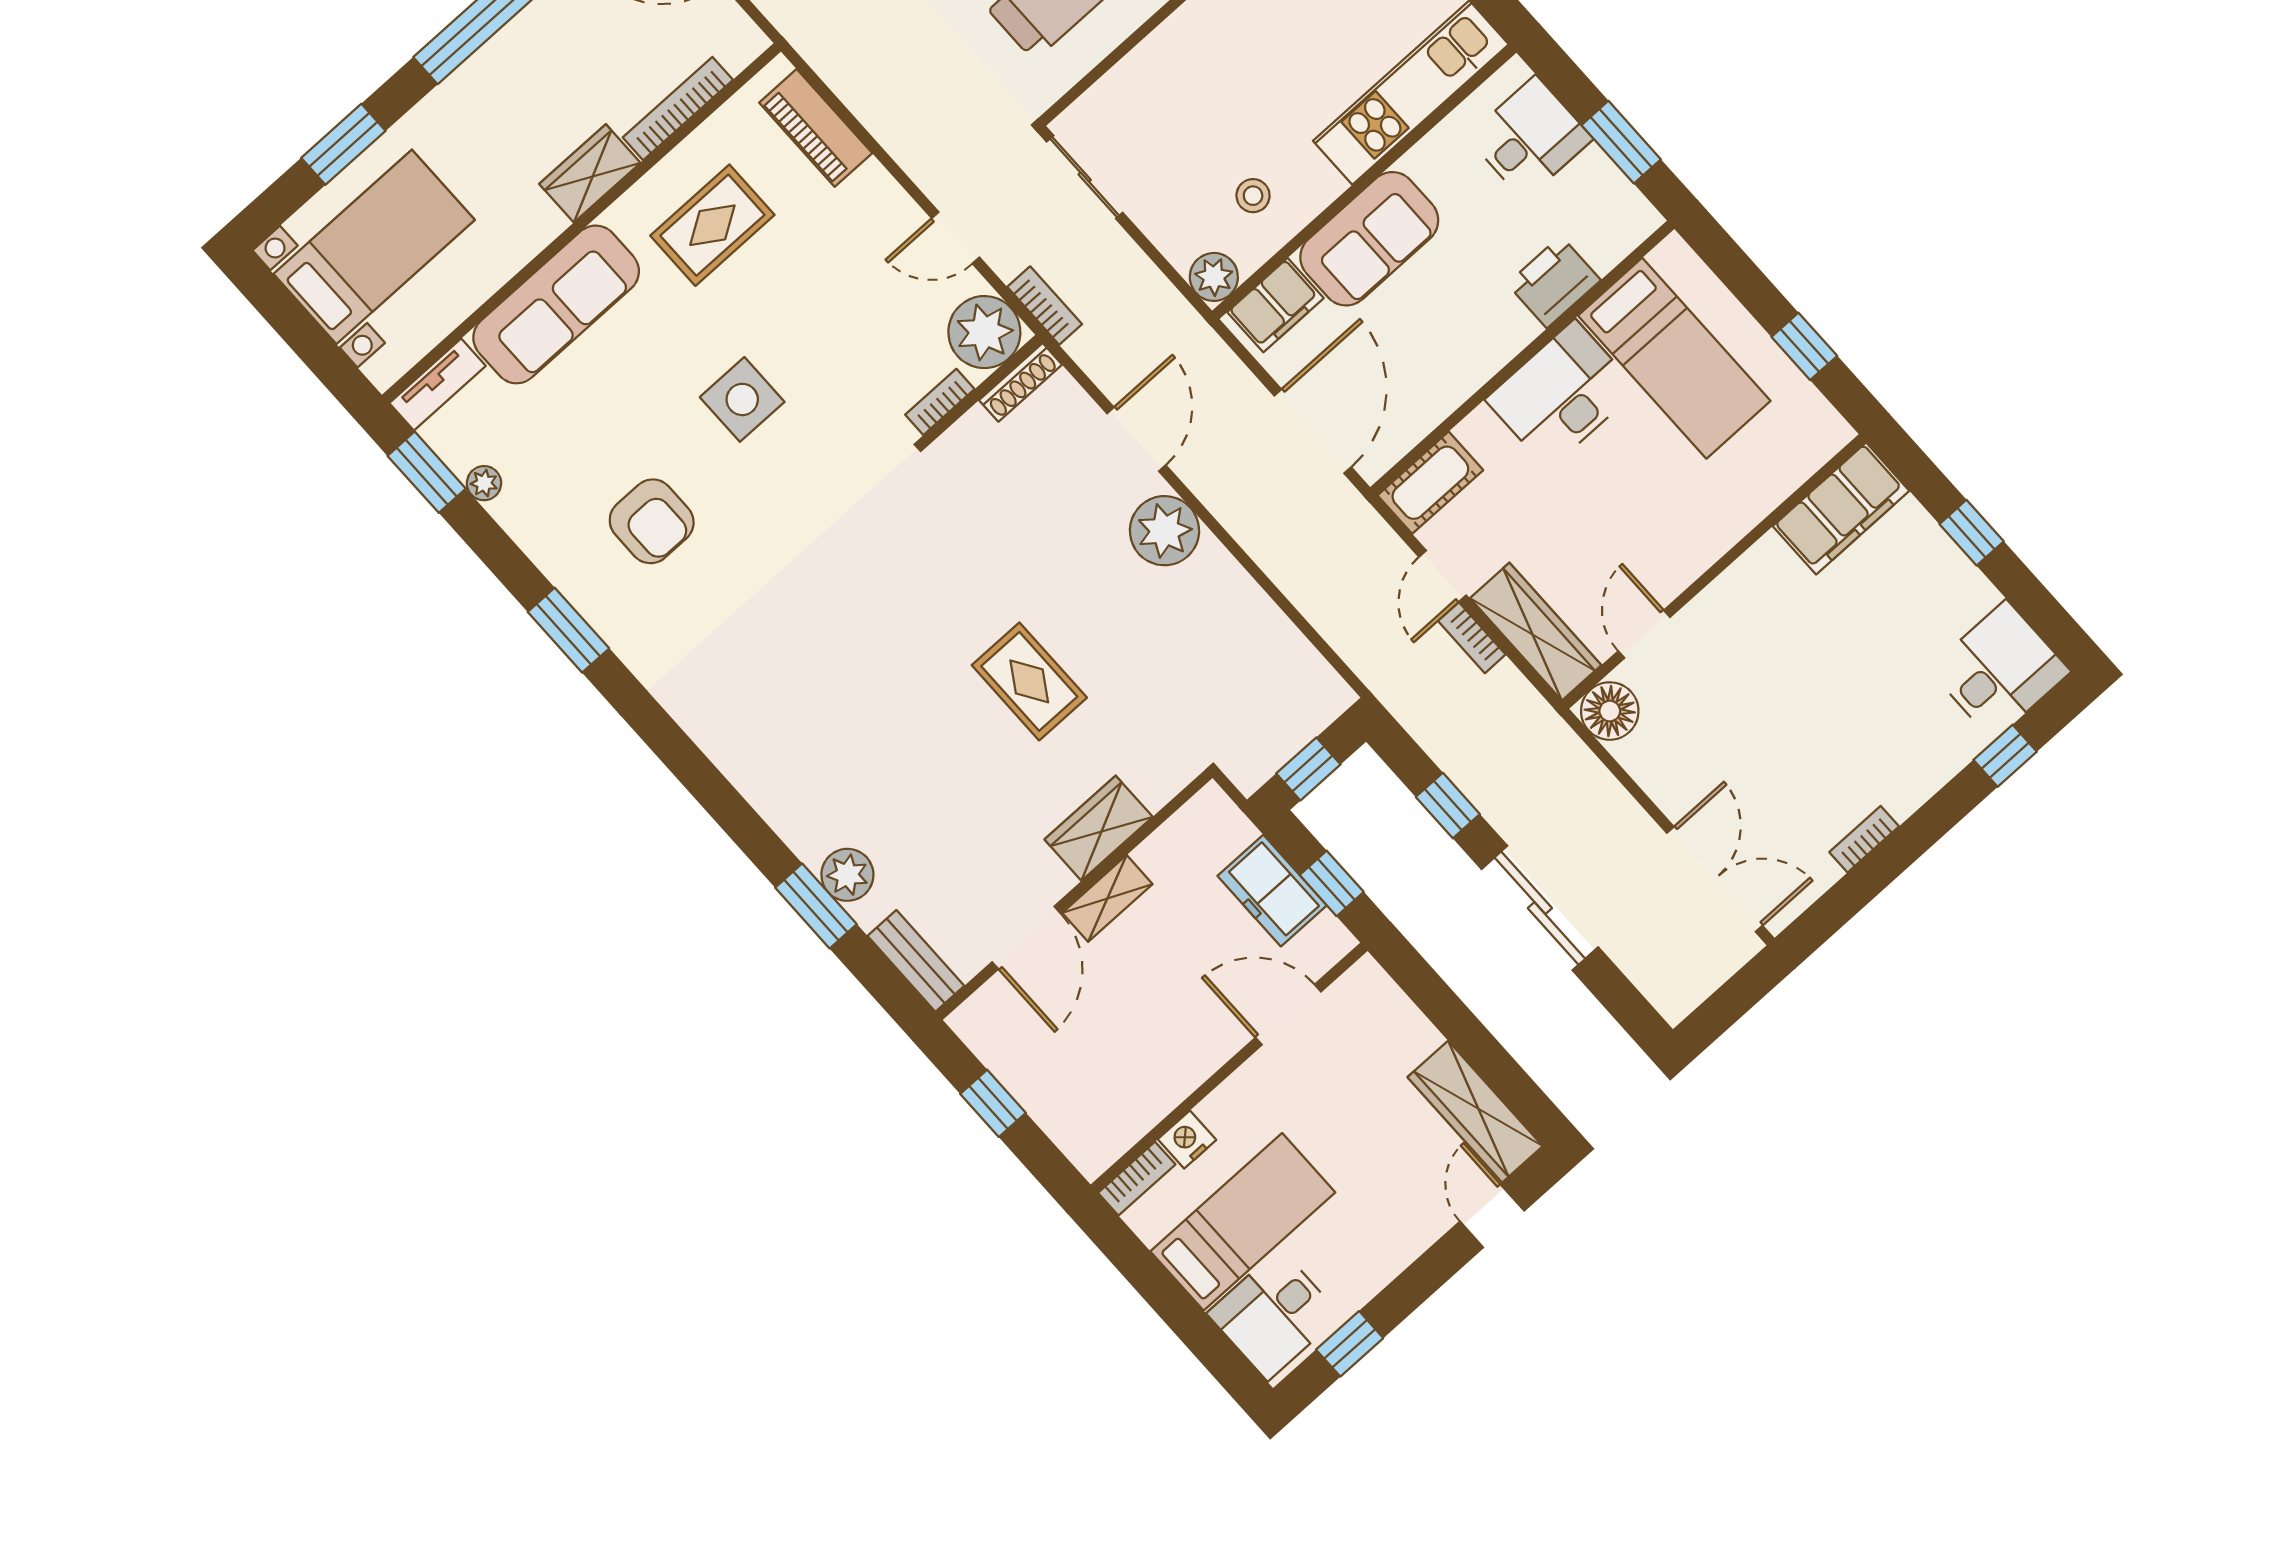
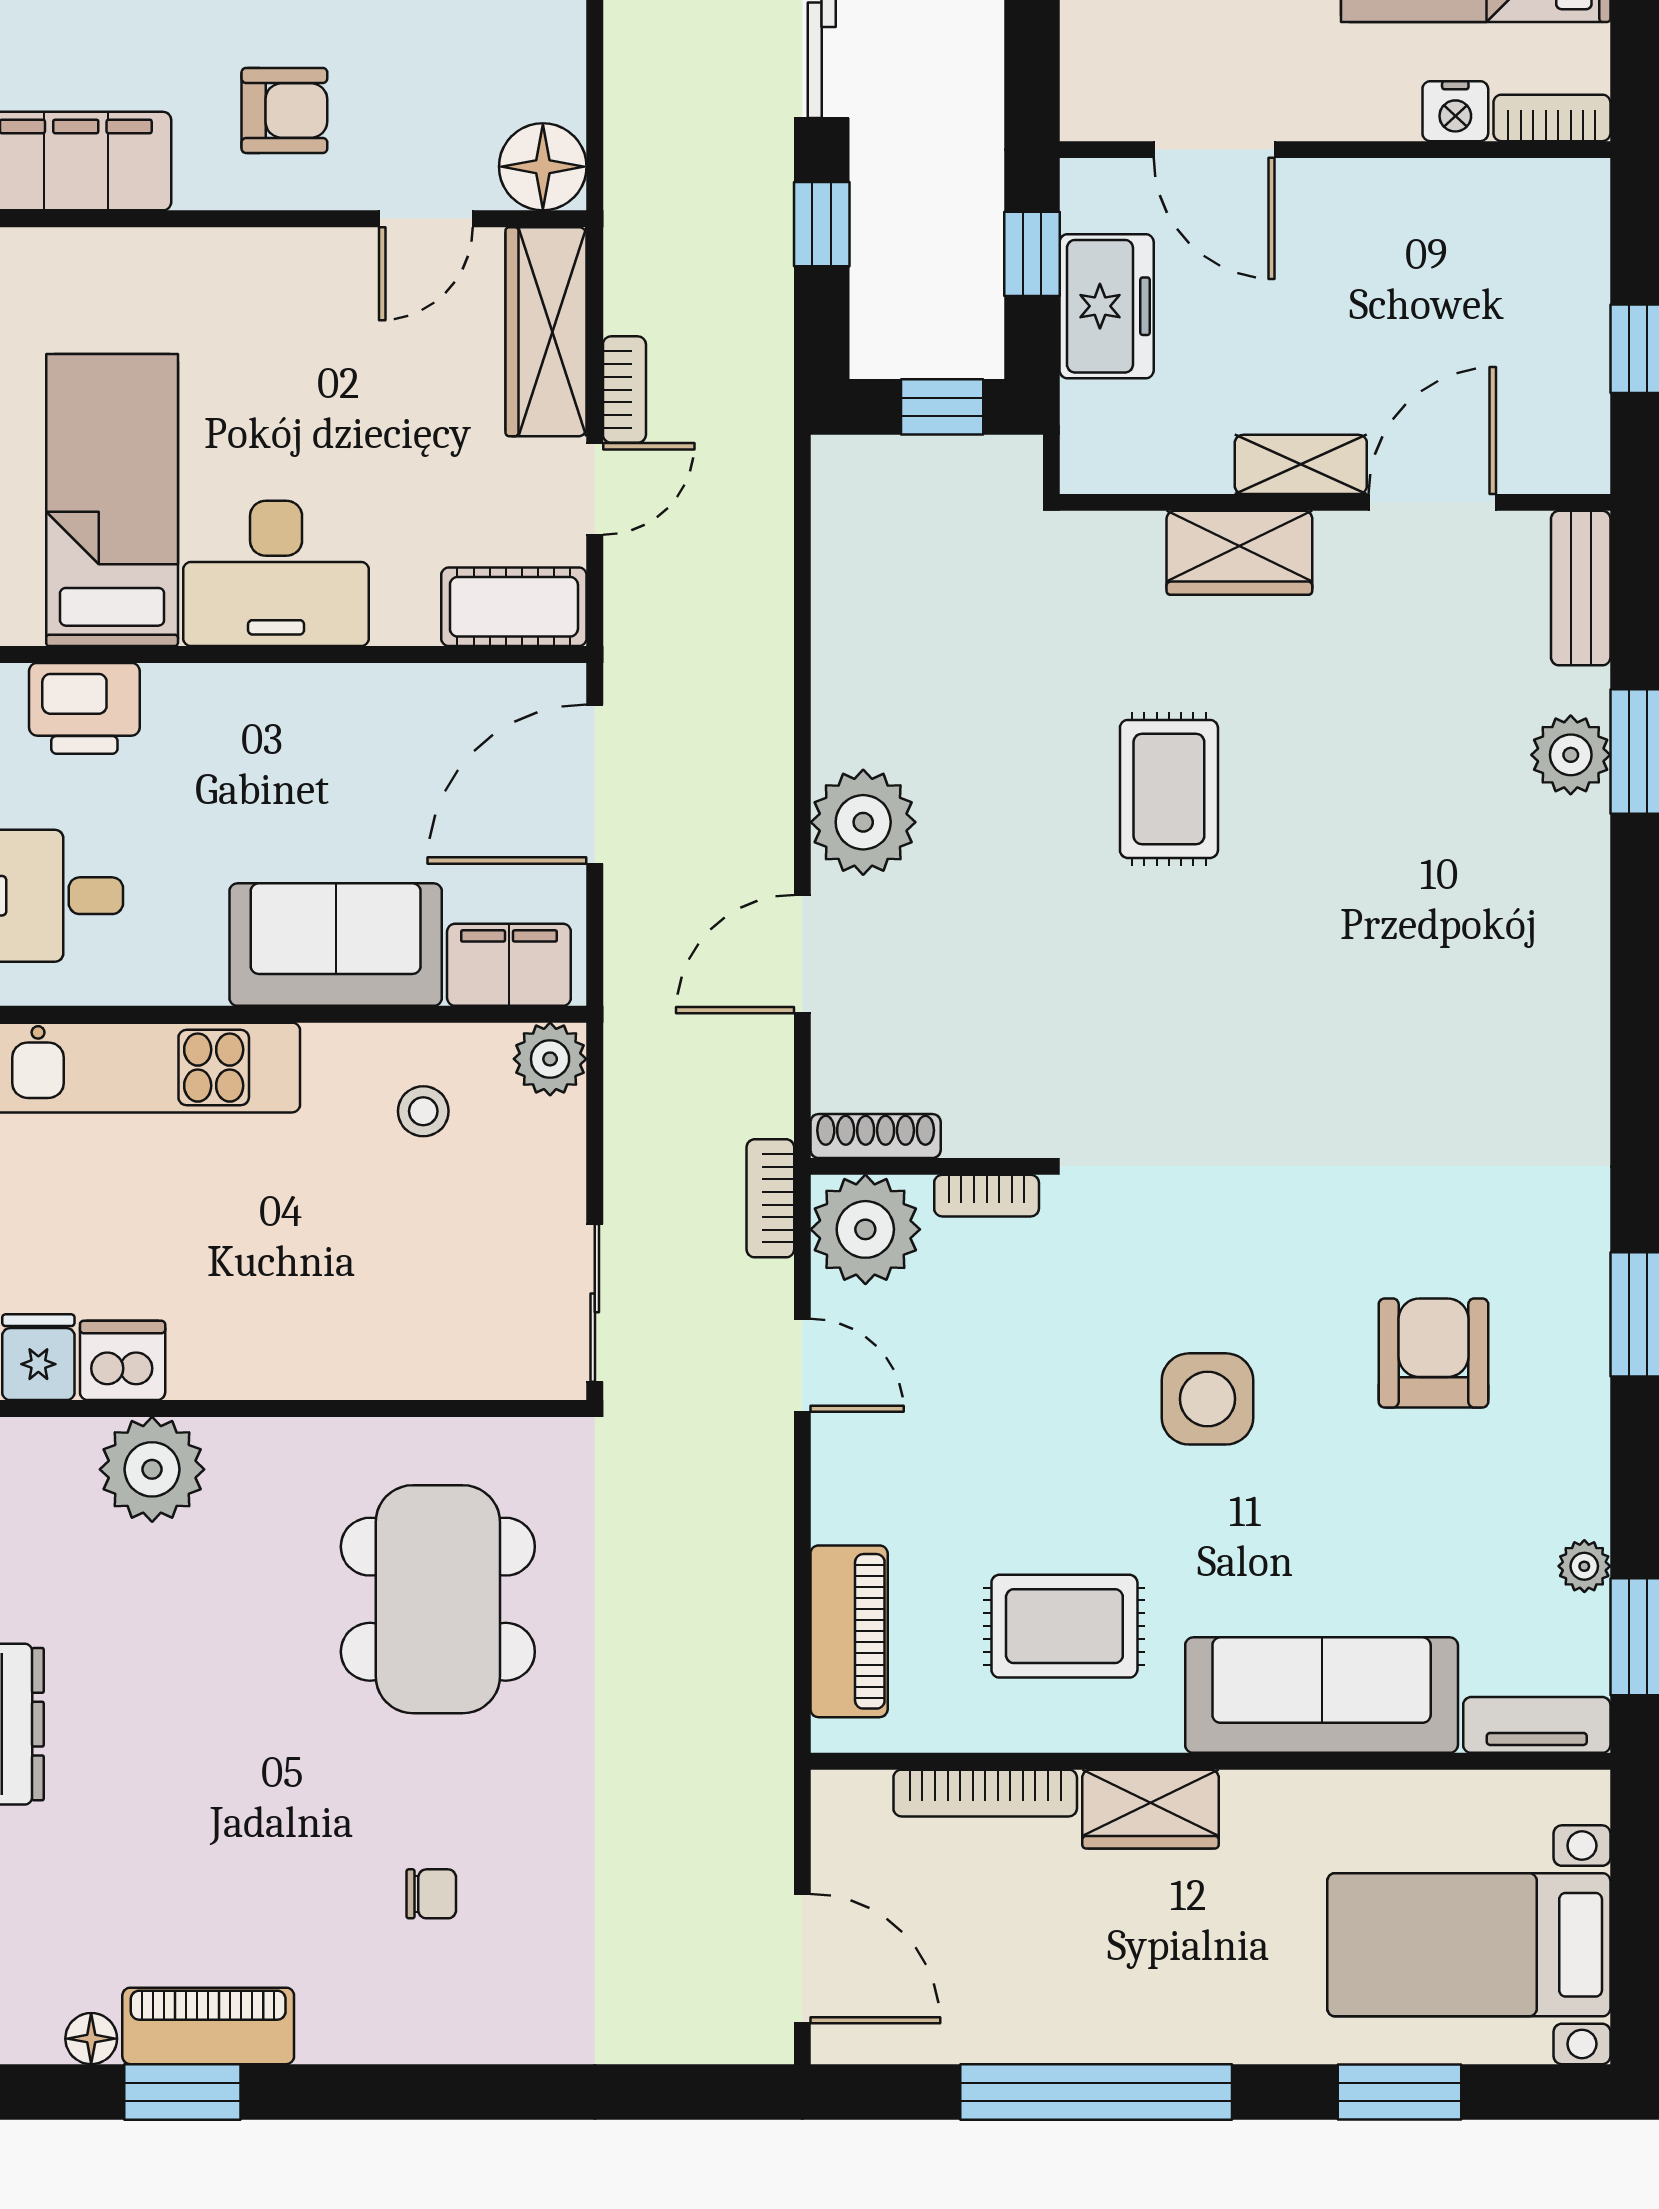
printer: (1554, 282) -> (84, 708), moved
armchair: (1761, 625) -> (284, 110), added

